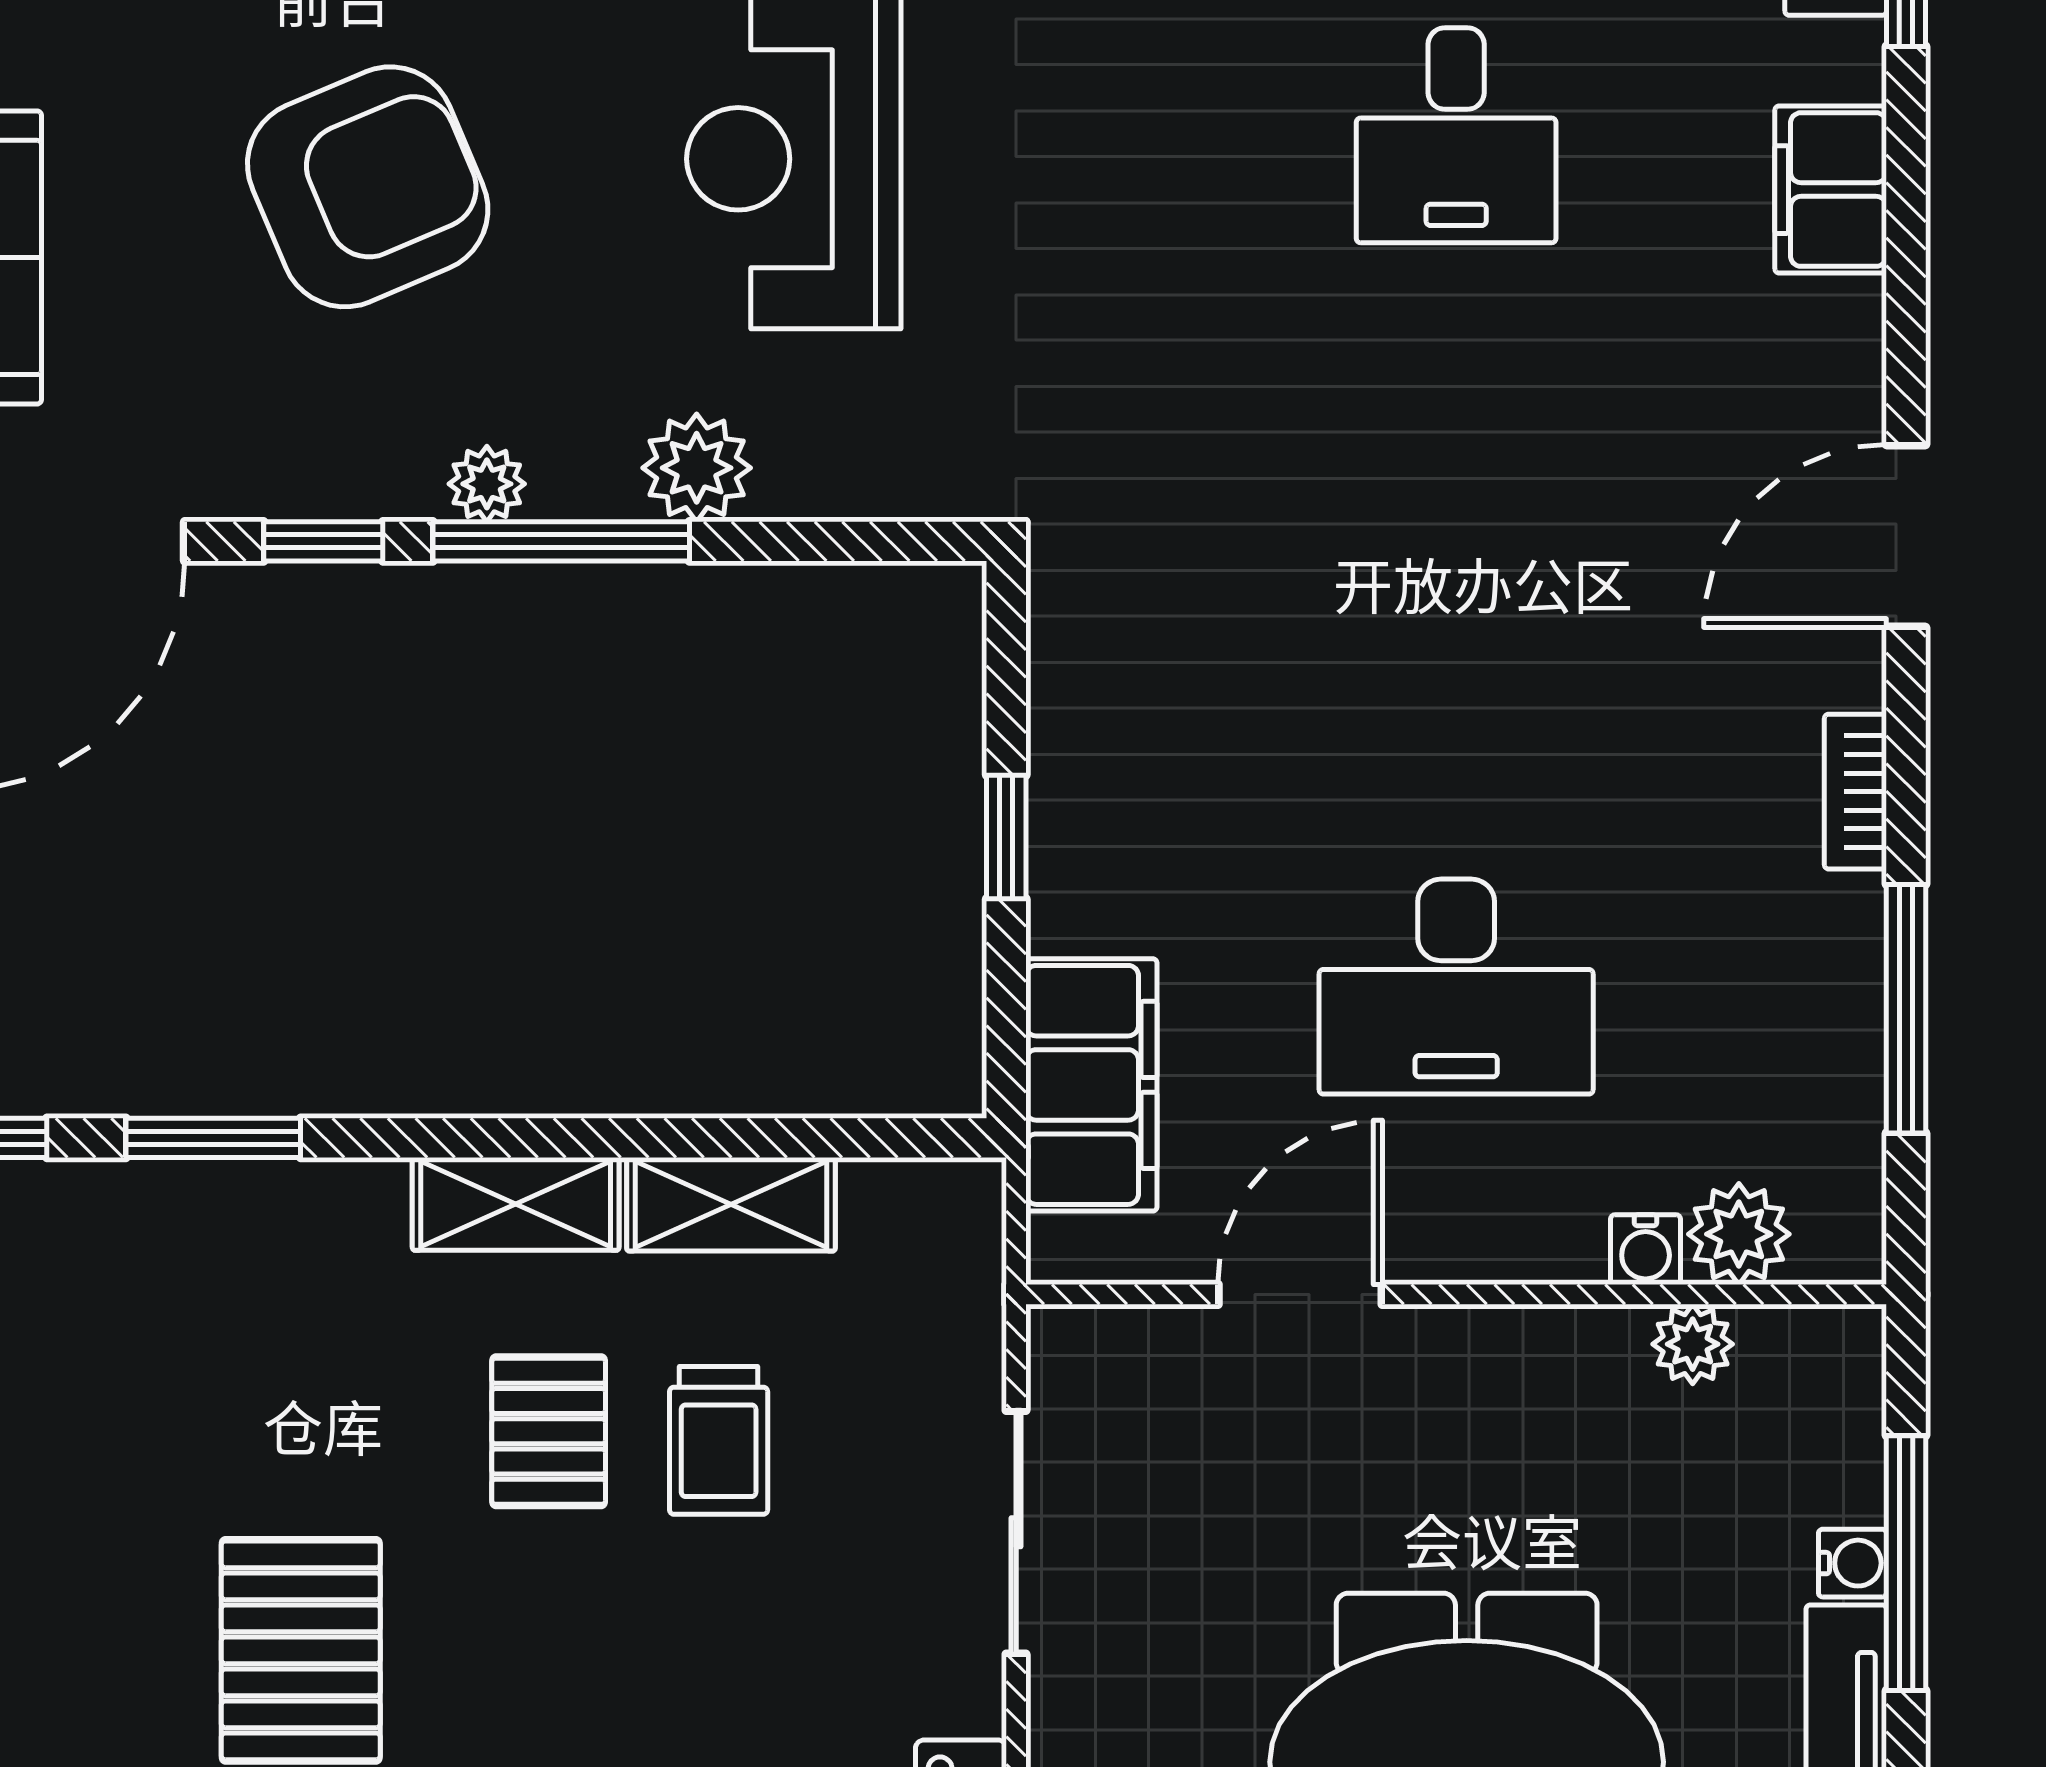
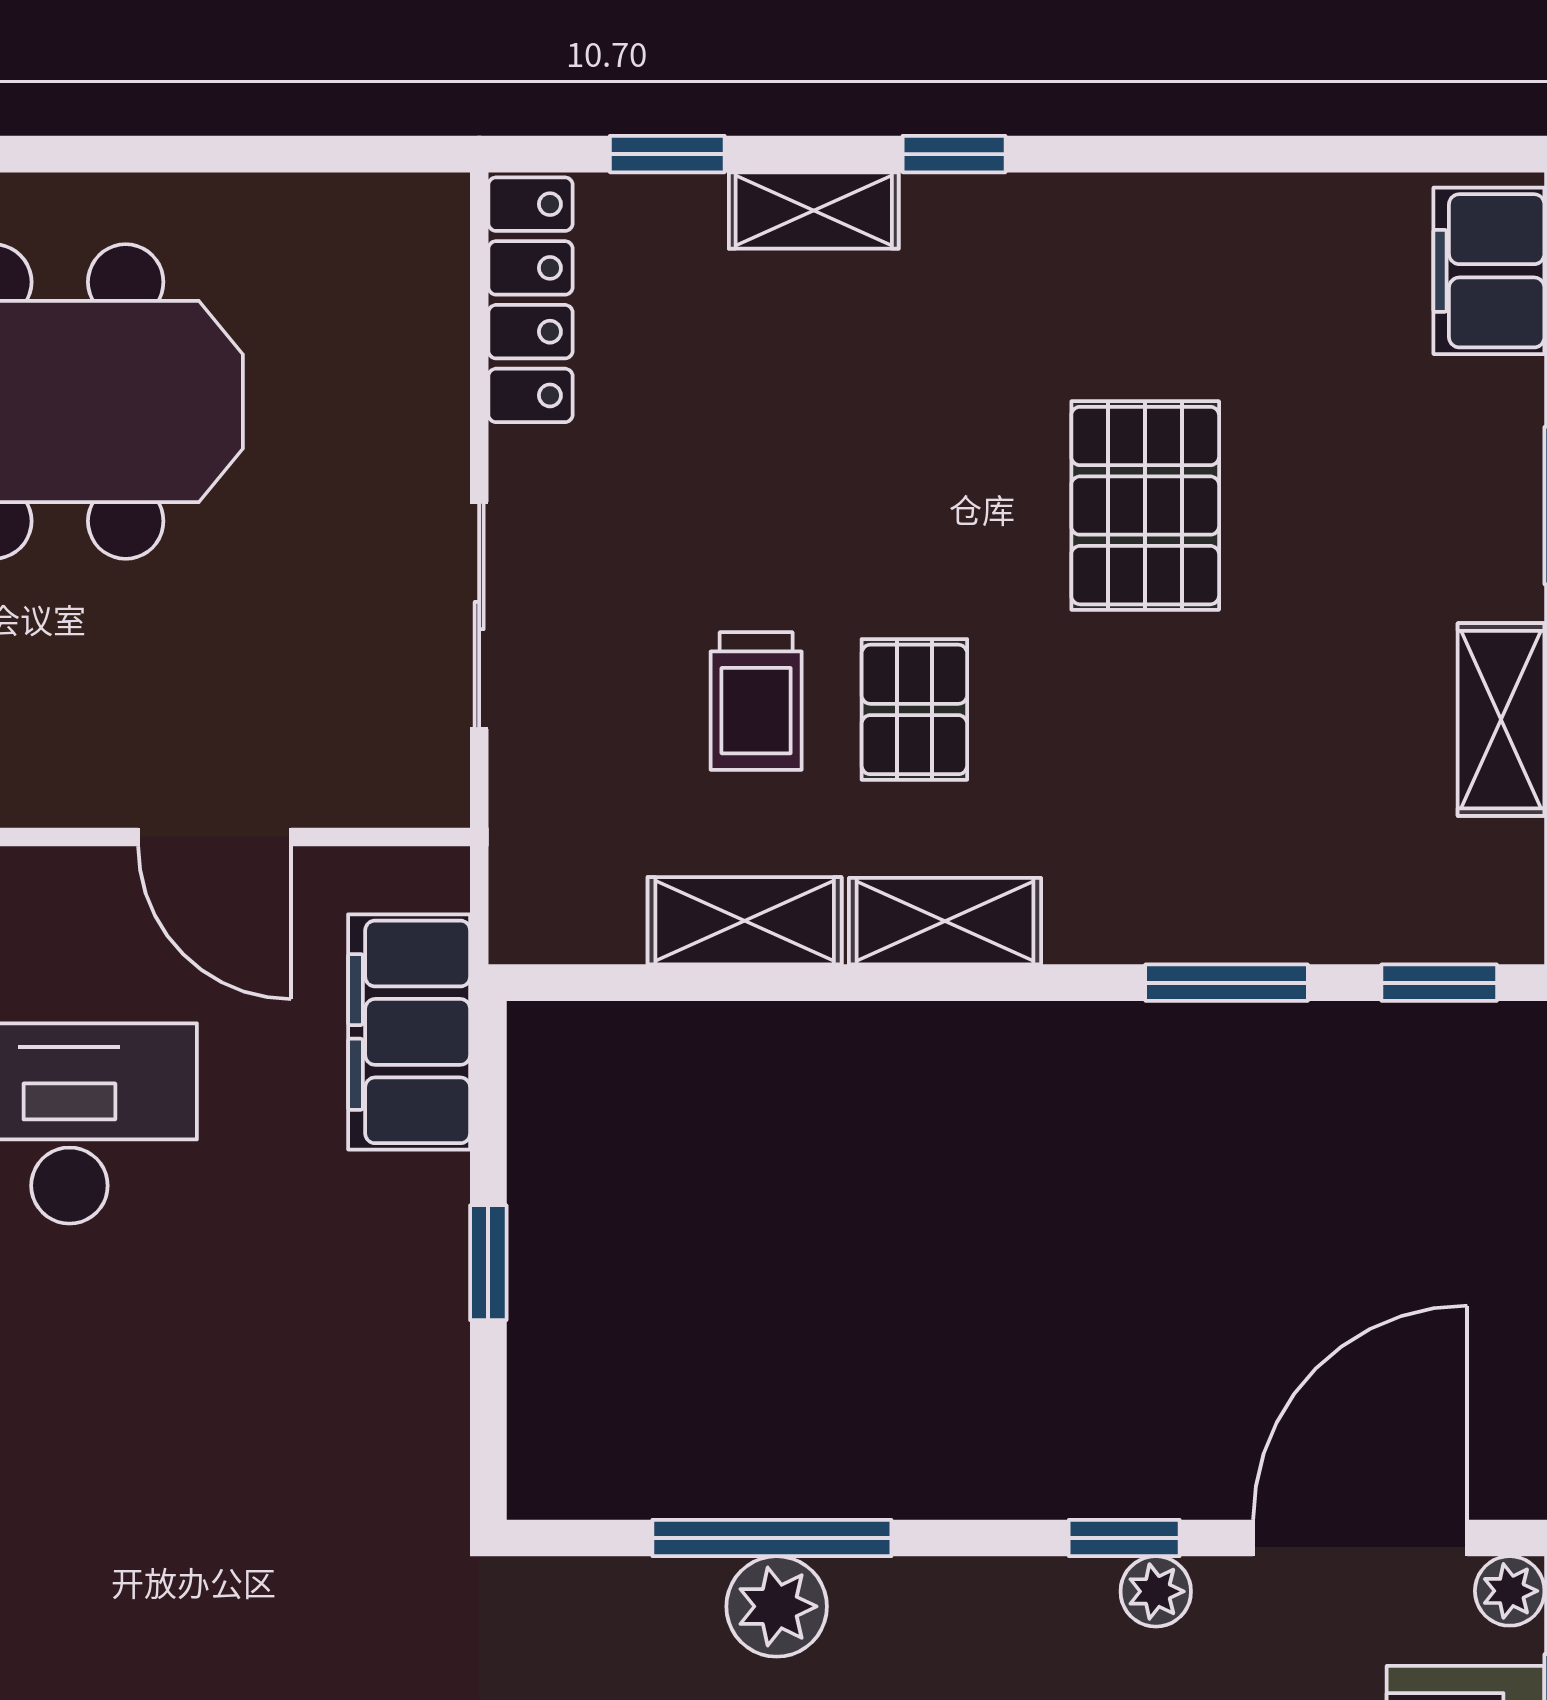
plant: (487, 484) -> (1156, 1591), moved
window: (561, 541) -> (772, 1538), moved
door: (1300, 1294) -> (215, 837), hinge flipped
trolley: (719, 1440) -> (756, 701), turned 180

